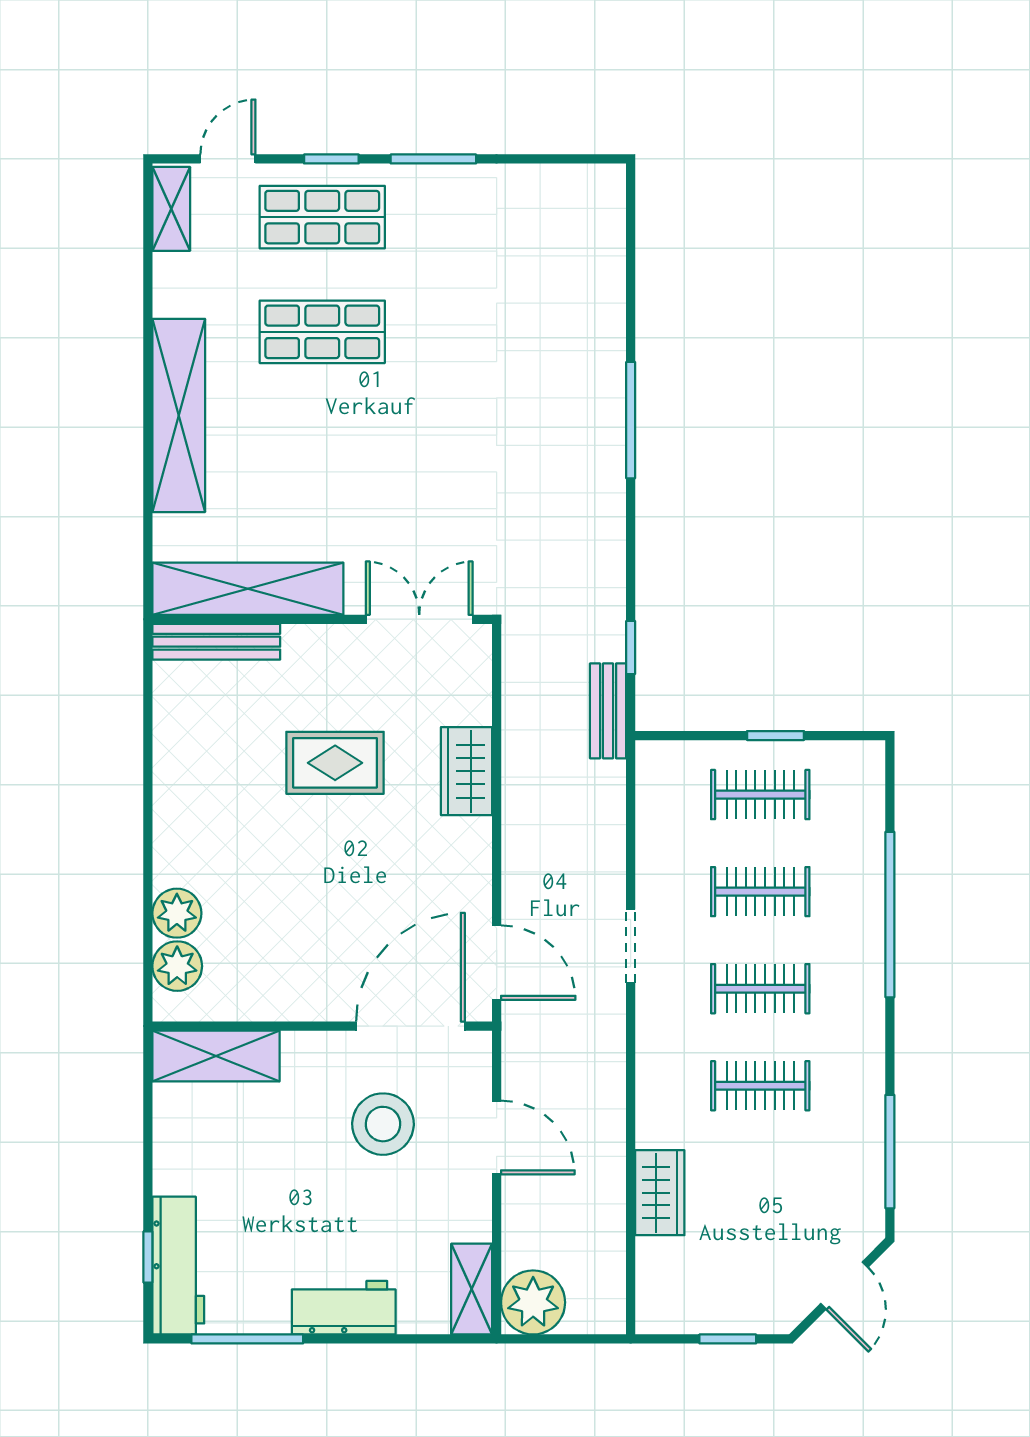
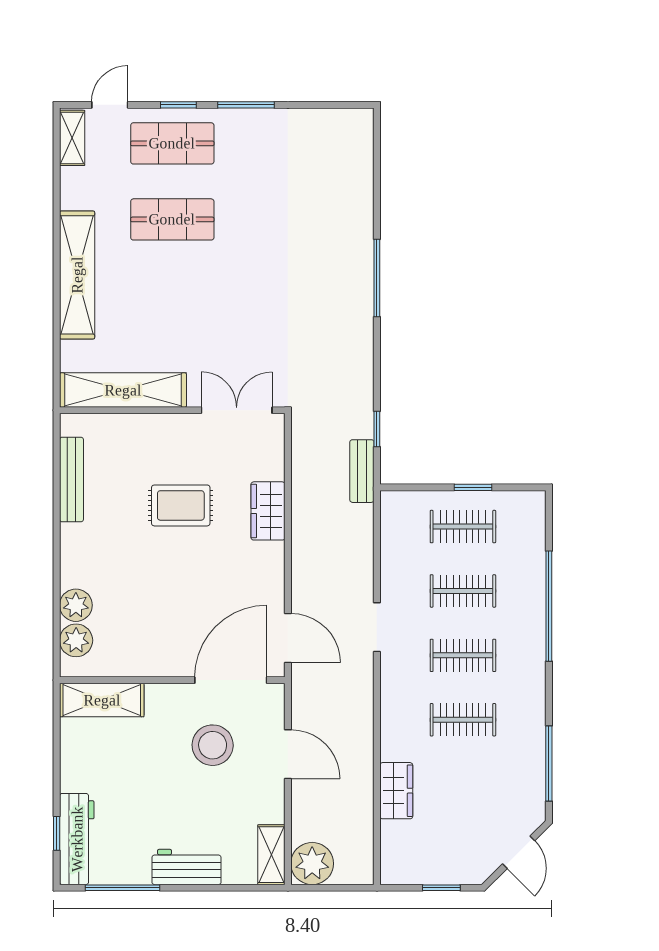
bench: (216, 642) -> (71, 479), moved, turned 90

